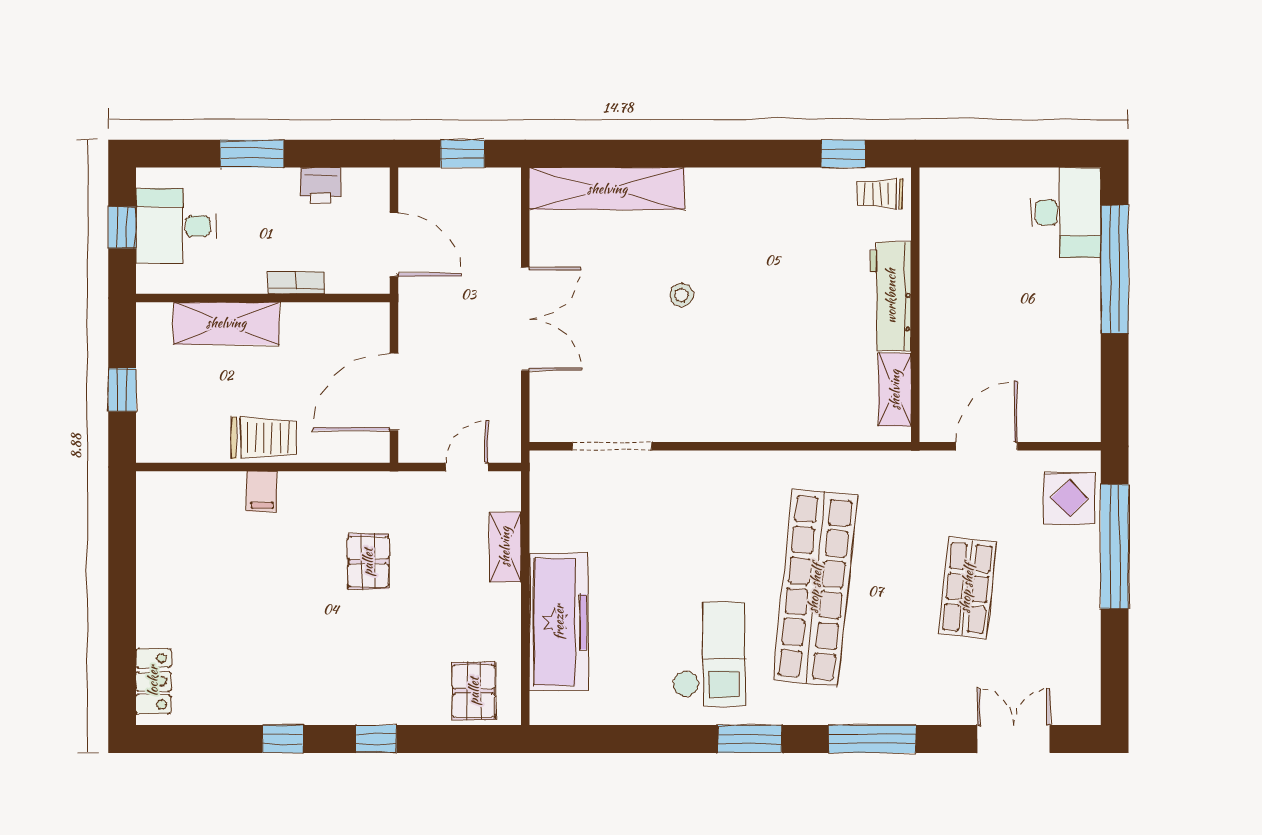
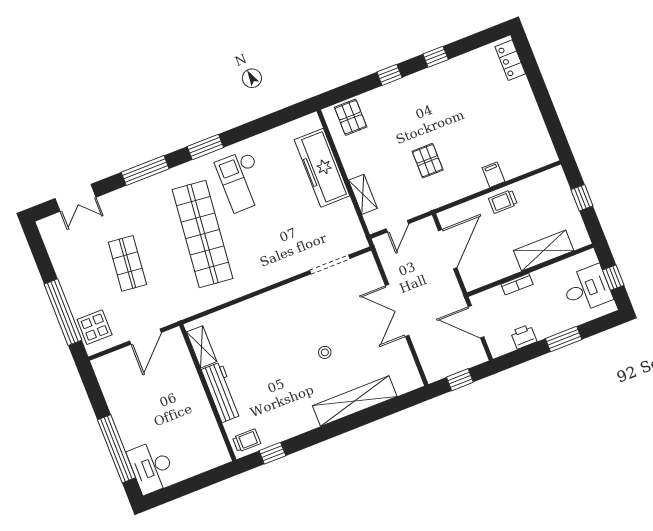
shelving: (607, 189) -> (355, 401), moved
trolley: (264, 438) -> (503, 201), width x0.73, depth x0.72

